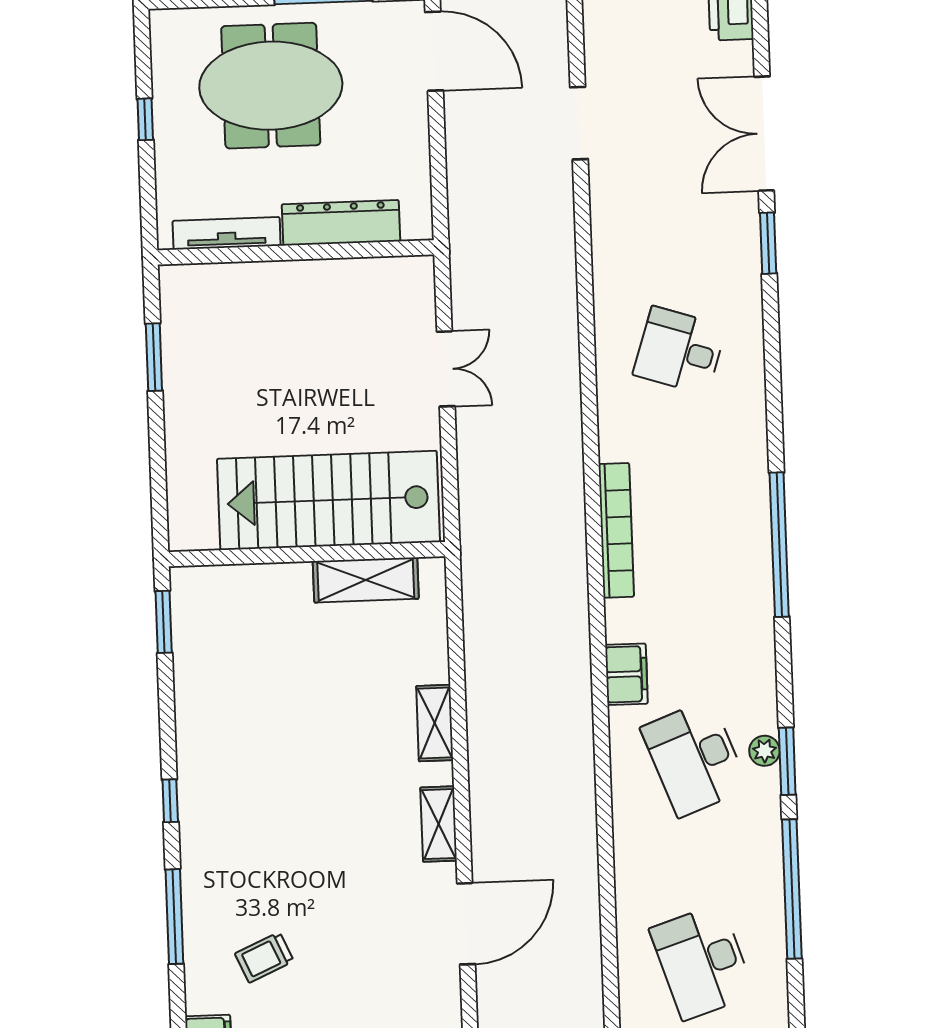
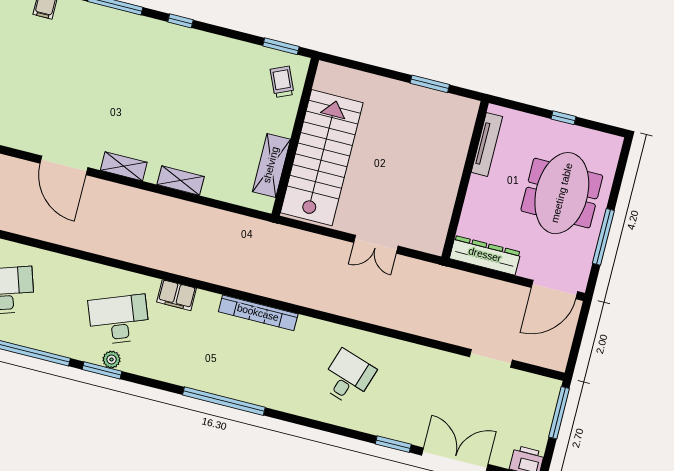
dresser: (341, 223) -> (485, 255), moved, turned -90
trolley: (264, 957) -> (282, 82), moved

